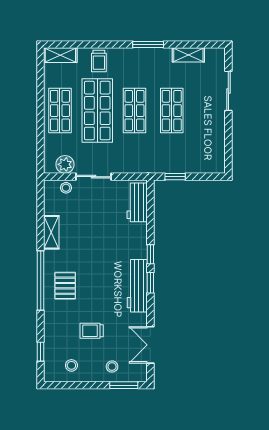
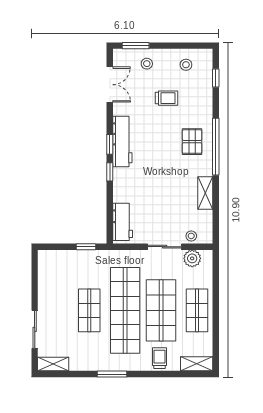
shelving: (188, 55) -> (53, 364), moved
shop shelf: (134, 111) -> (125, 310), width x2.00, depth x1.36

